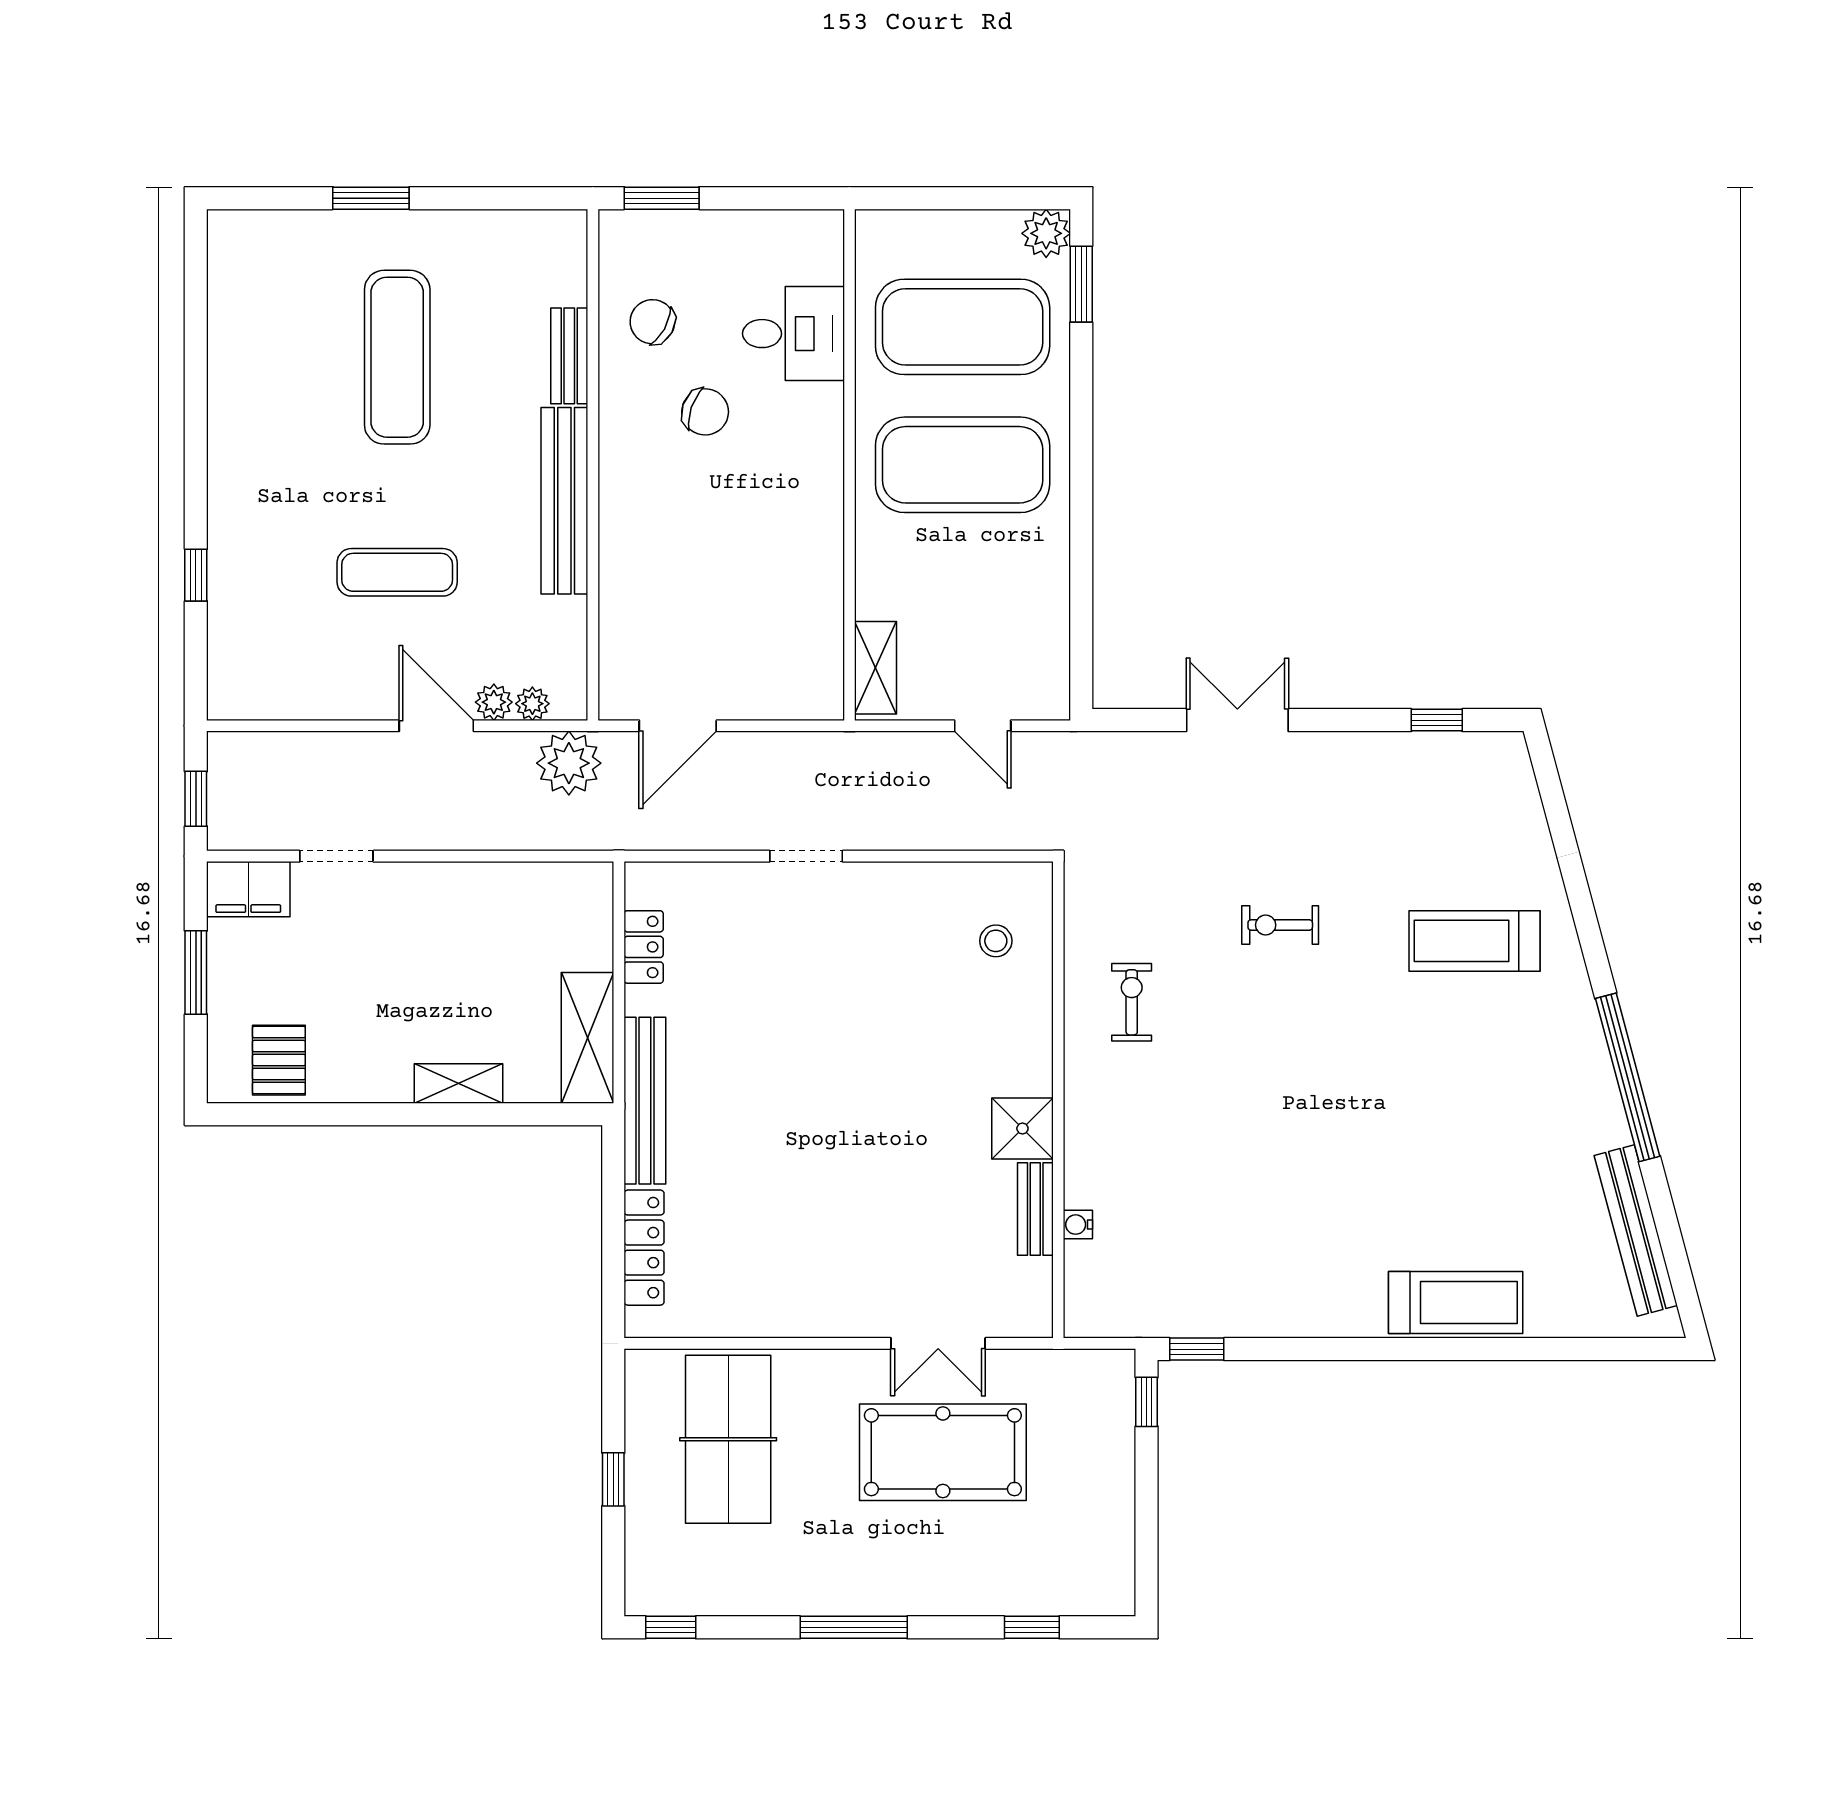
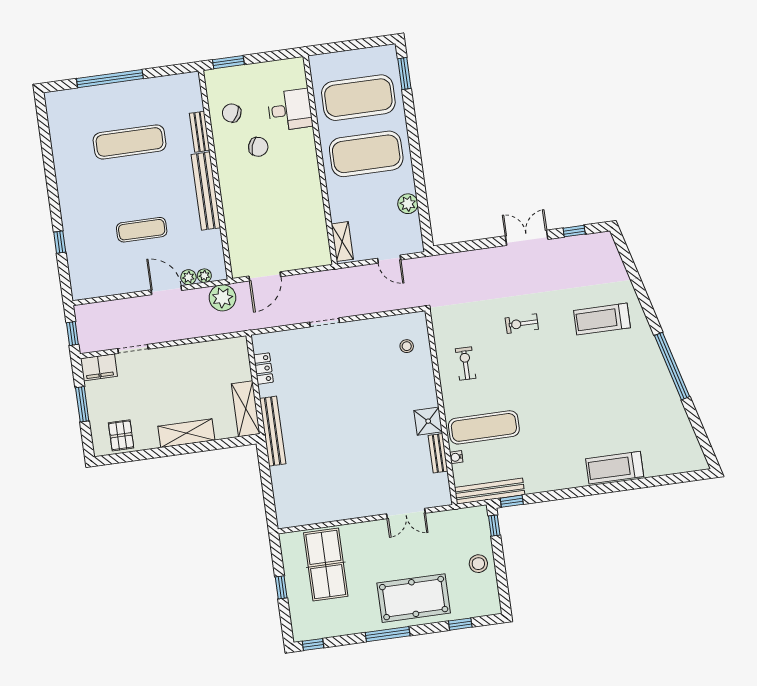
window: (371, 198) -> (110, 79), width x2.11
plant: (1046, 233) -> (408, 204), moved
exercise mat: (397, 357) -> (130, 142), turned 90
double door: (1237, 720) -> (527, 238), moved
shelving: (459, 1083) -> (186, 433), width x1.50, depth x1.33
exercise mat: (1154, 1162) -> (484, 427), added
bench: (1636, 1230) -> (490, 491), moved, turned -75
locker: (644, 1248) -> (281, 491), removed
treadmill: (1456, 1303) -> (615, 468), turned 180
pool table: (943, 1452) -> (414, 598), moved
stool: (1096, 1488) -> (478, 564), added

